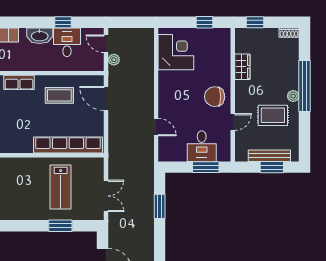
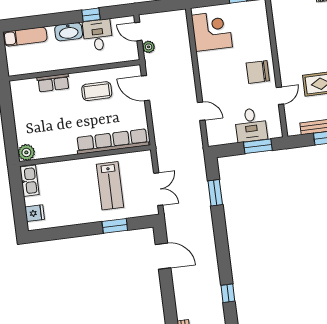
wardrobe: (242, 67) -> (283, 37), removed

